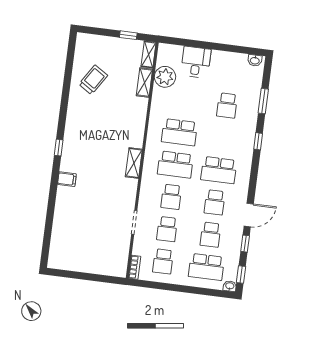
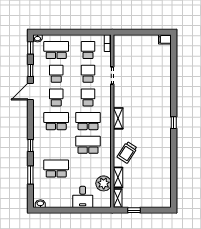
trolley: (93, 80) -> (127, 152), moved
school desk: (227, 105) -> (56, 169), width x1.85
filing cabinet: (67, 179) -> (165, 39), moved

